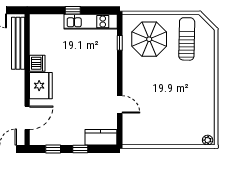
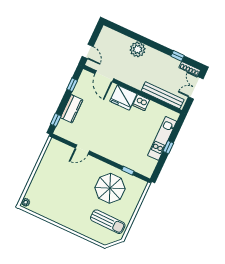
kitchen unit: (91, 22) -> (162, 138), moved
parasol: (149, 39) -> (110, 188), moved
kitchen counter: (101, 137) -> (72, 109), moved
window: (80, 149) -> (56, 120), moved

